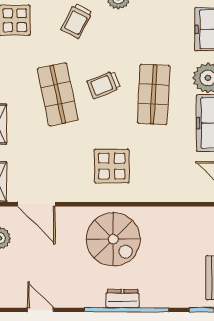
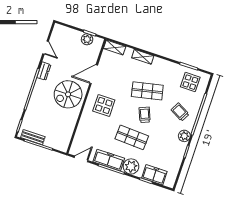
door: (37, 204) -> (94, 74), moved
dresser: (123, 299) -> (44, 71), moved
door: (41, 310) -> (46, 48), hinge flipped

